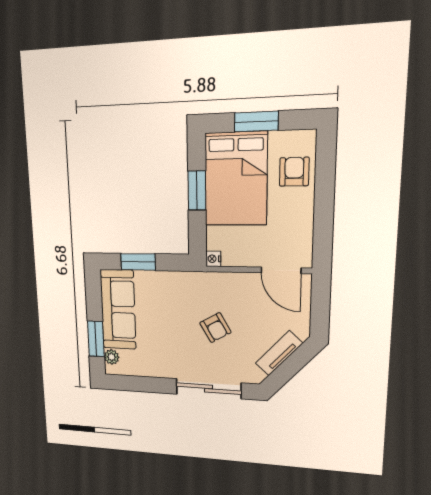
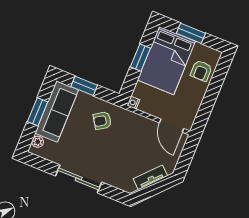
armchair: (294, 172) -> (201, 71), turned 180
armchair: (215, 328) -> (102, 121), moved, turned 87
window: (96, 339) -> (38, 112), moved
sliding door: (209, 389) -> (79, 179), moved

